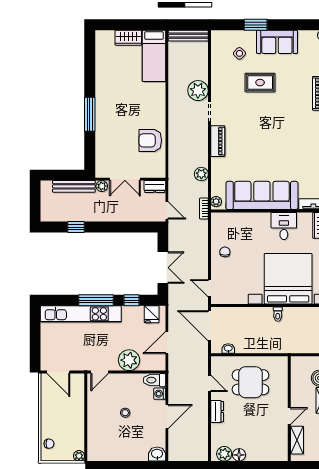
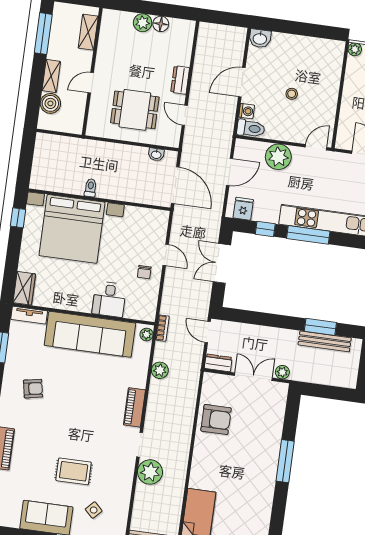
armchair: (302, 145) -> (33, 389), added
bench: (74, 186) -> (325, 341), moved
desk: (284, 226) -> (109, 299), moved
window: (76, 227) -> (320, 327), width x1.50
door: (209, 288) -> (166, 255), moved
door: (289, 416) -> (91, 83), moved
plant: (224, 454) -> (143, 23), moved

